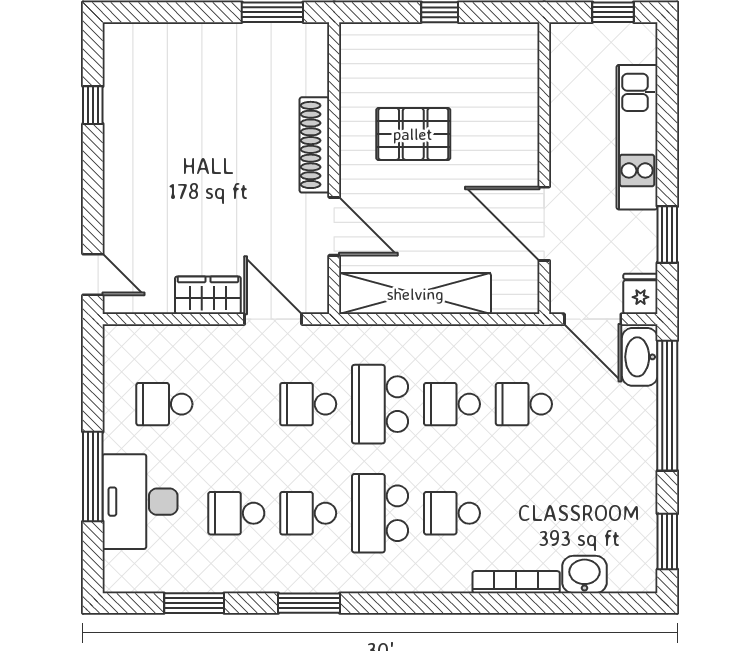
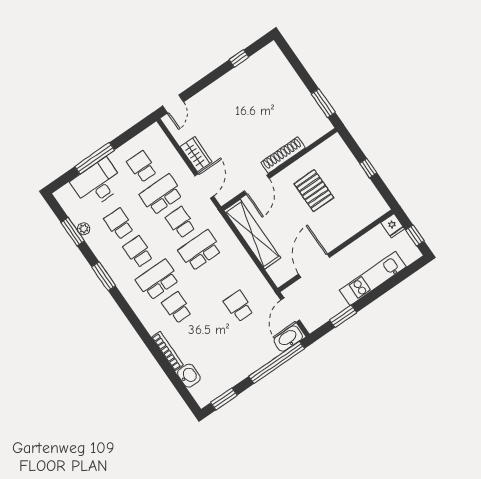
fridge: (640, 294) -> (393, 226), moved, turned 90
school desk: (452, 404) -> (161, 195), moved, width x1.85
plant: (202, 580) -> (84, 229), added

